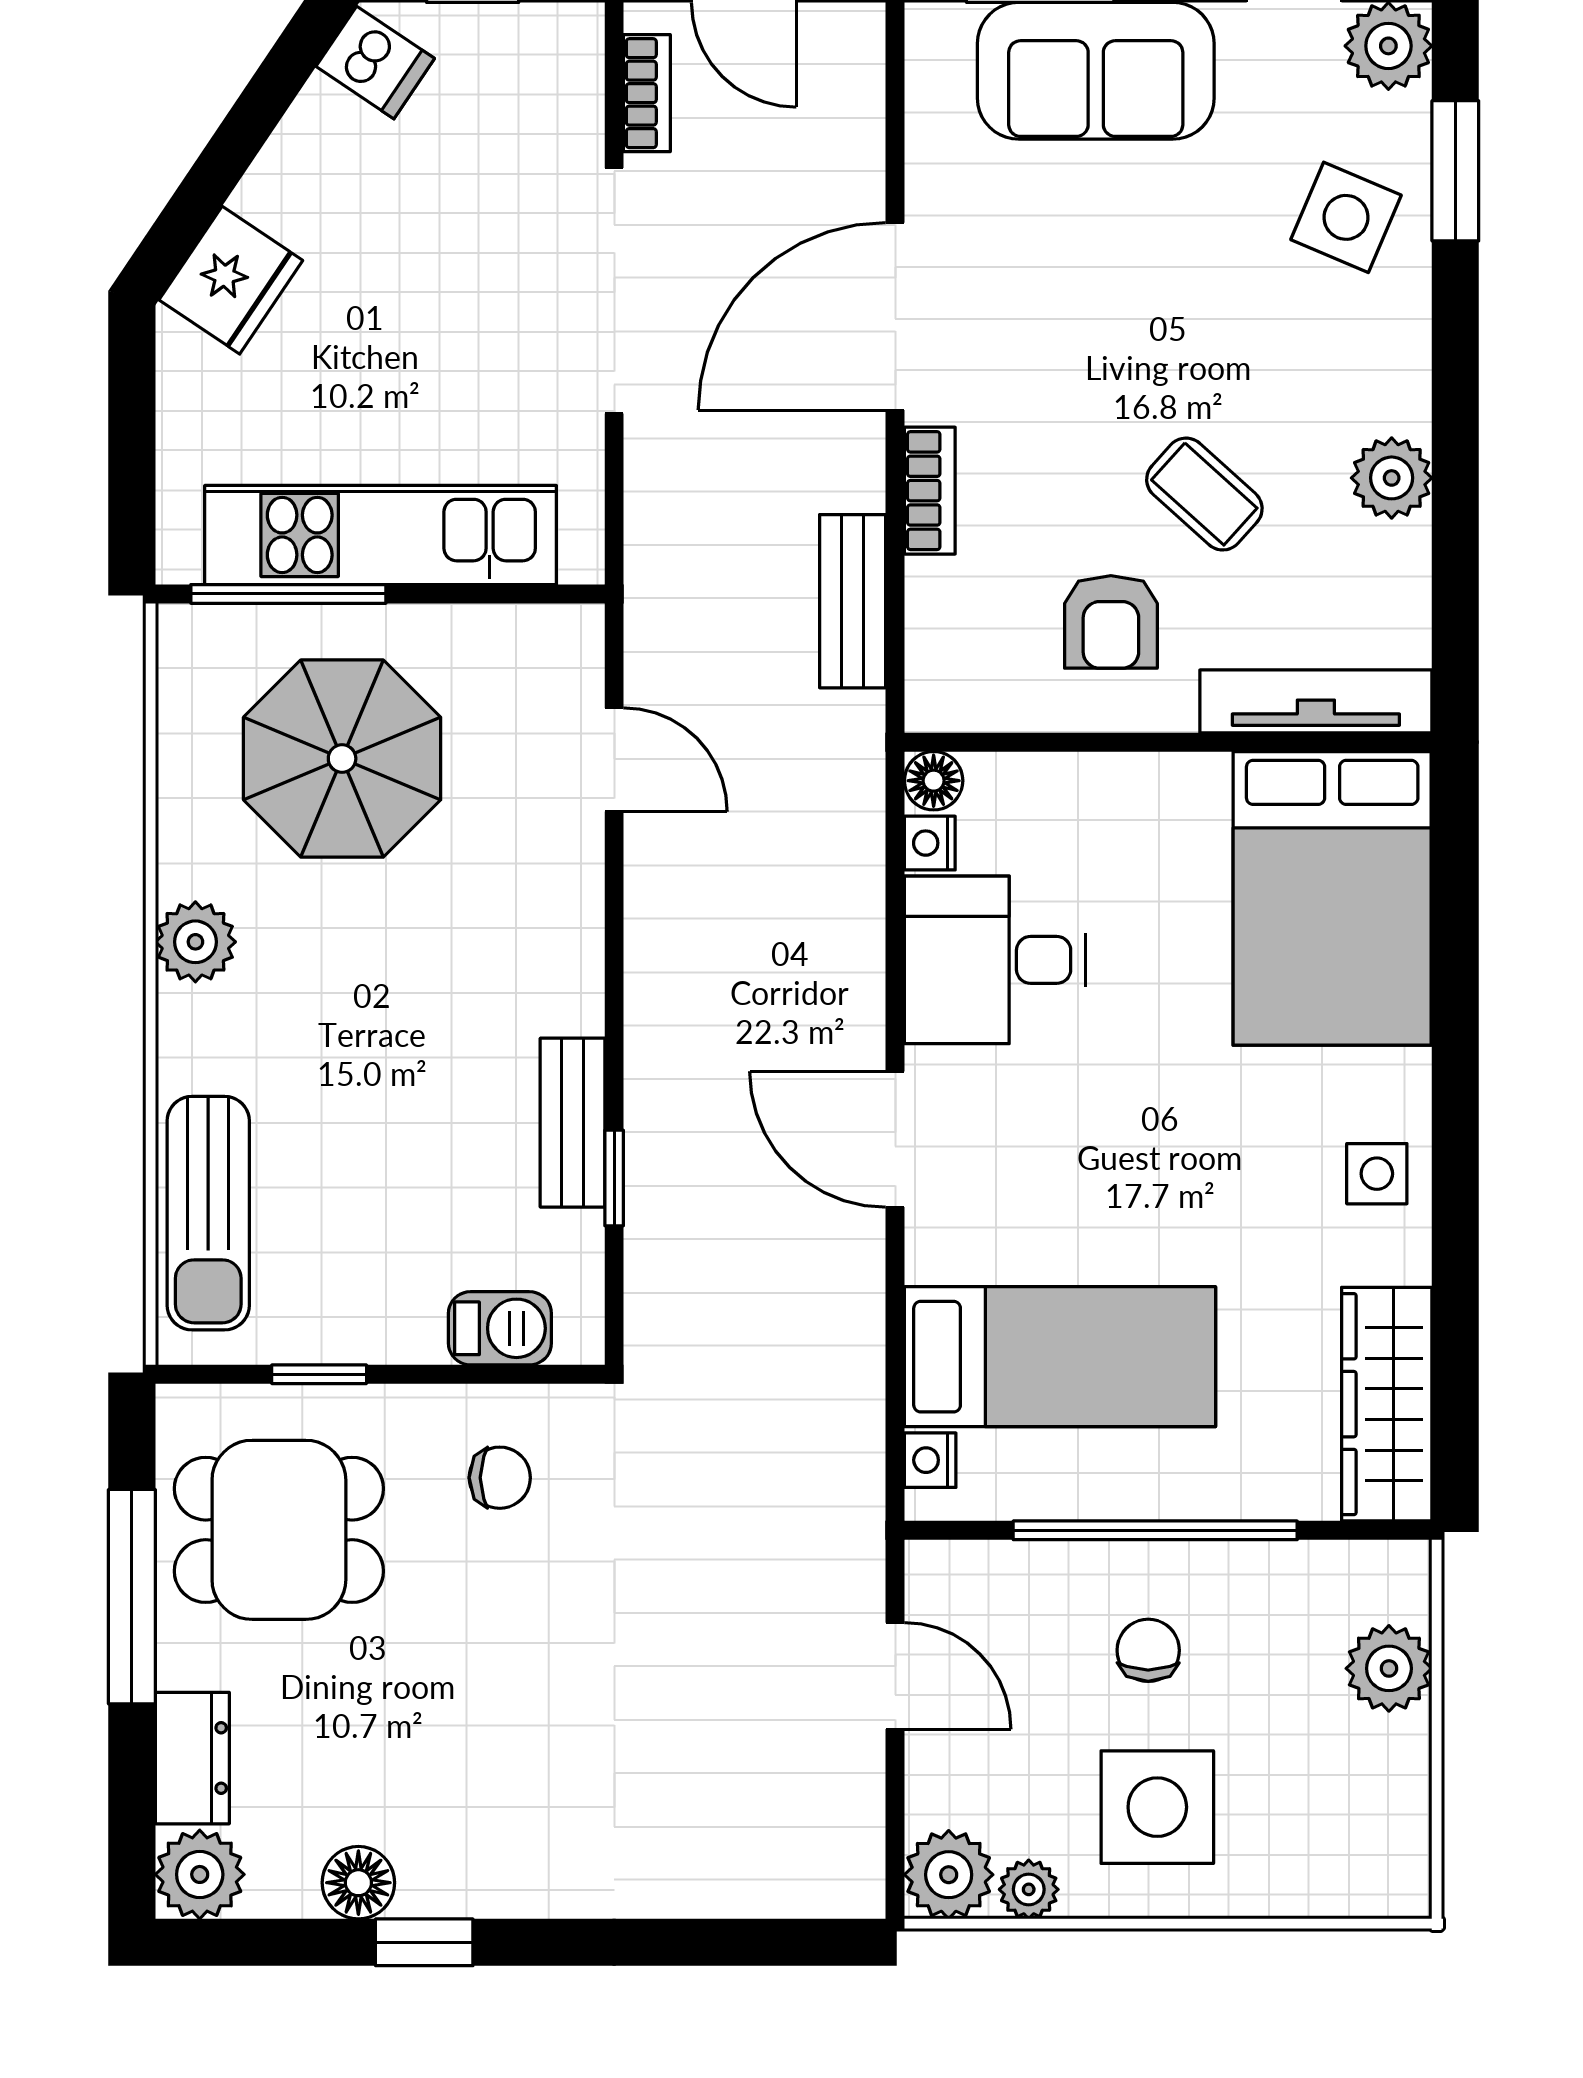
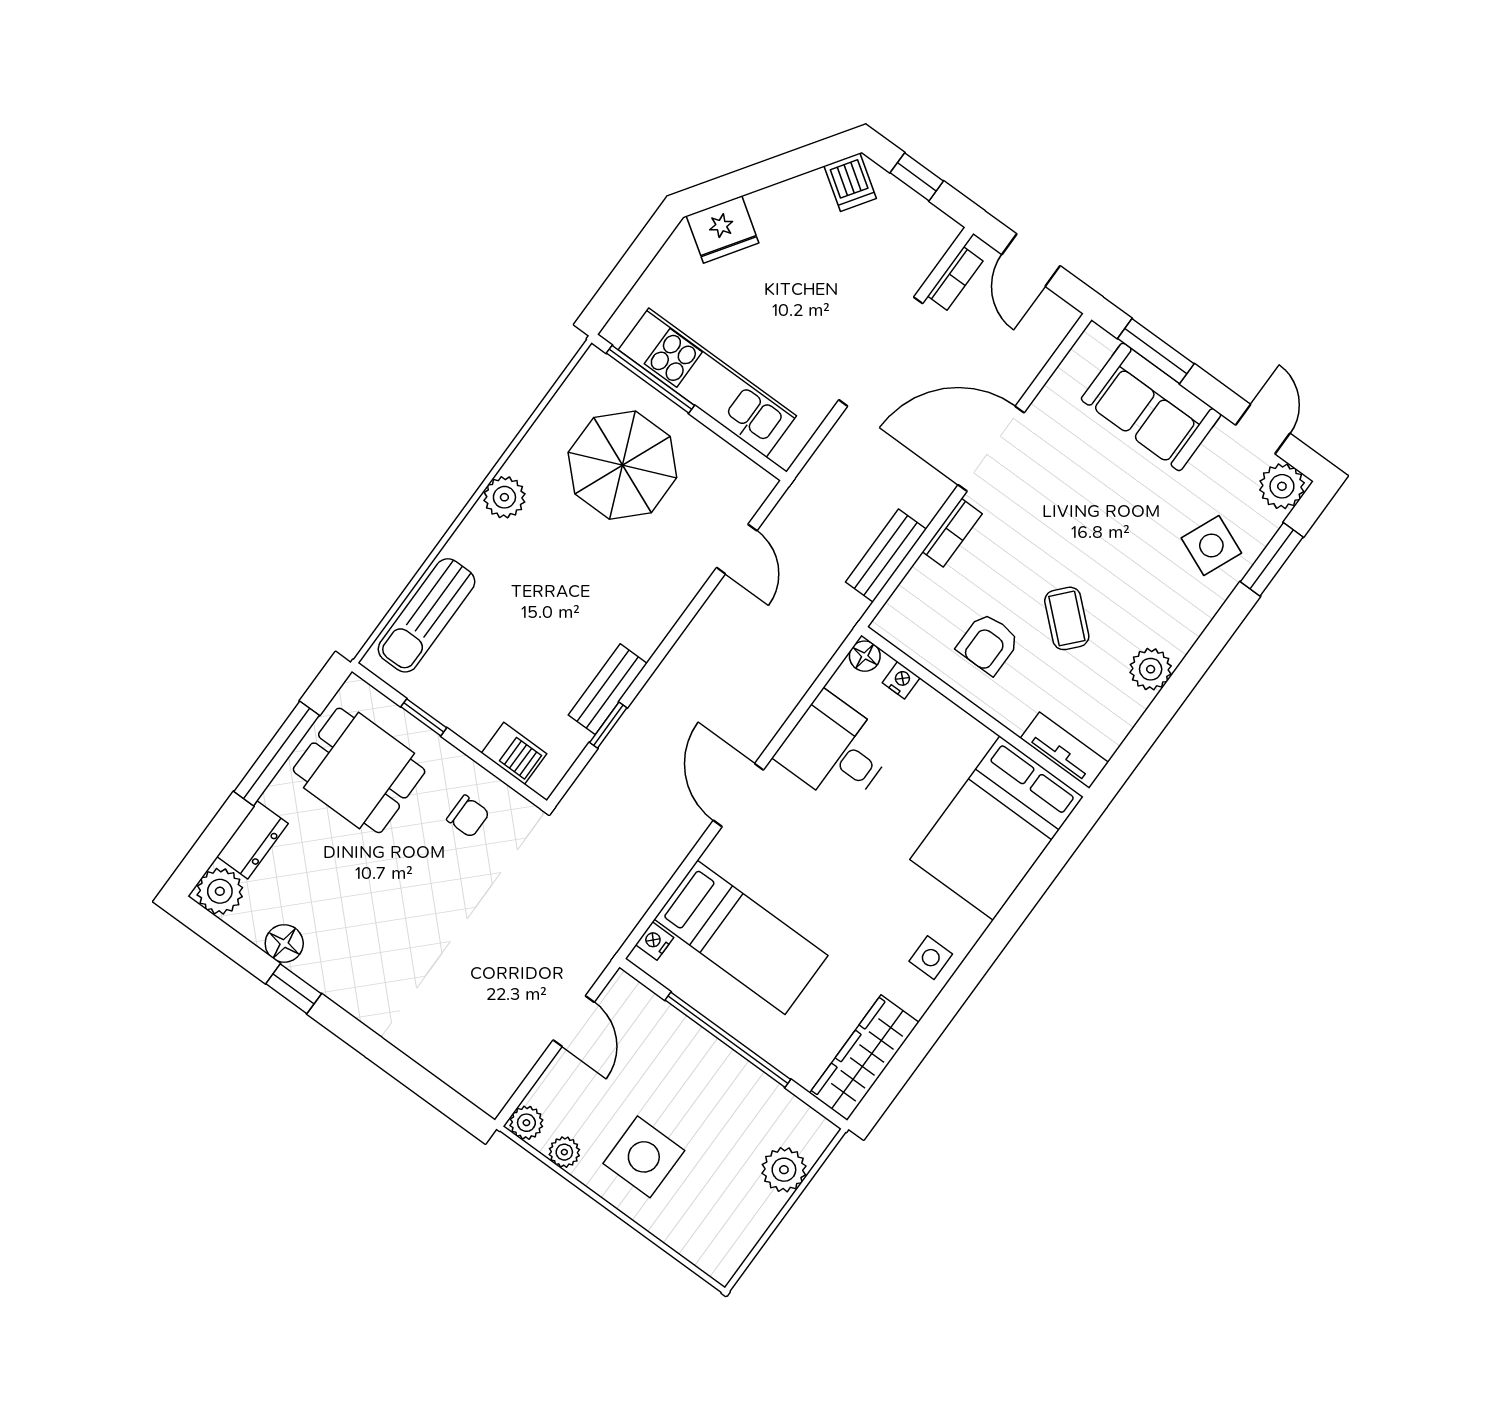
tv unit: (1316, 701) -> (1064, 750), width x0.71
nightstand: (930, 843) -> (901, 680), moved, turned 90
chair: (1148, 1650) -> (688, 1088), removed
plant: (949, 1875) -> (526, 1123), width x0.73, depth x0.73

